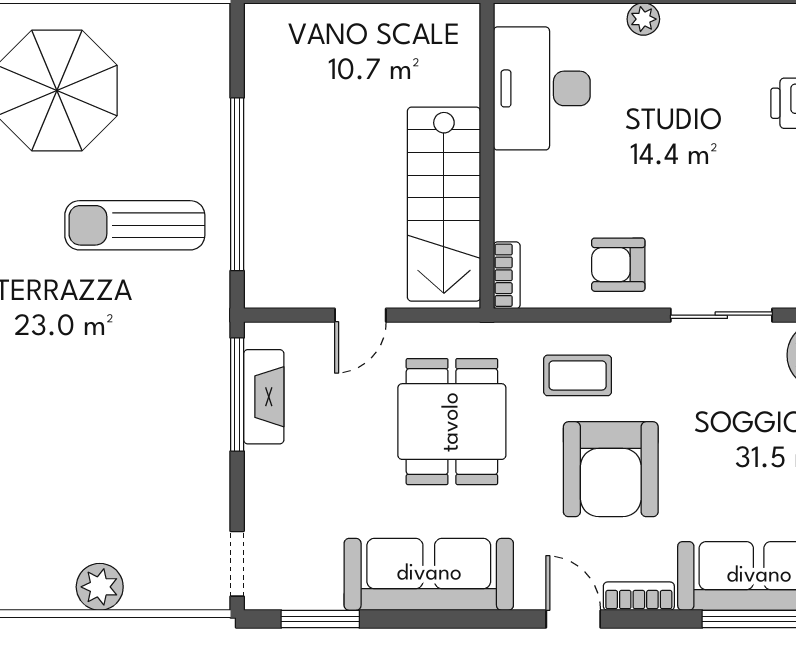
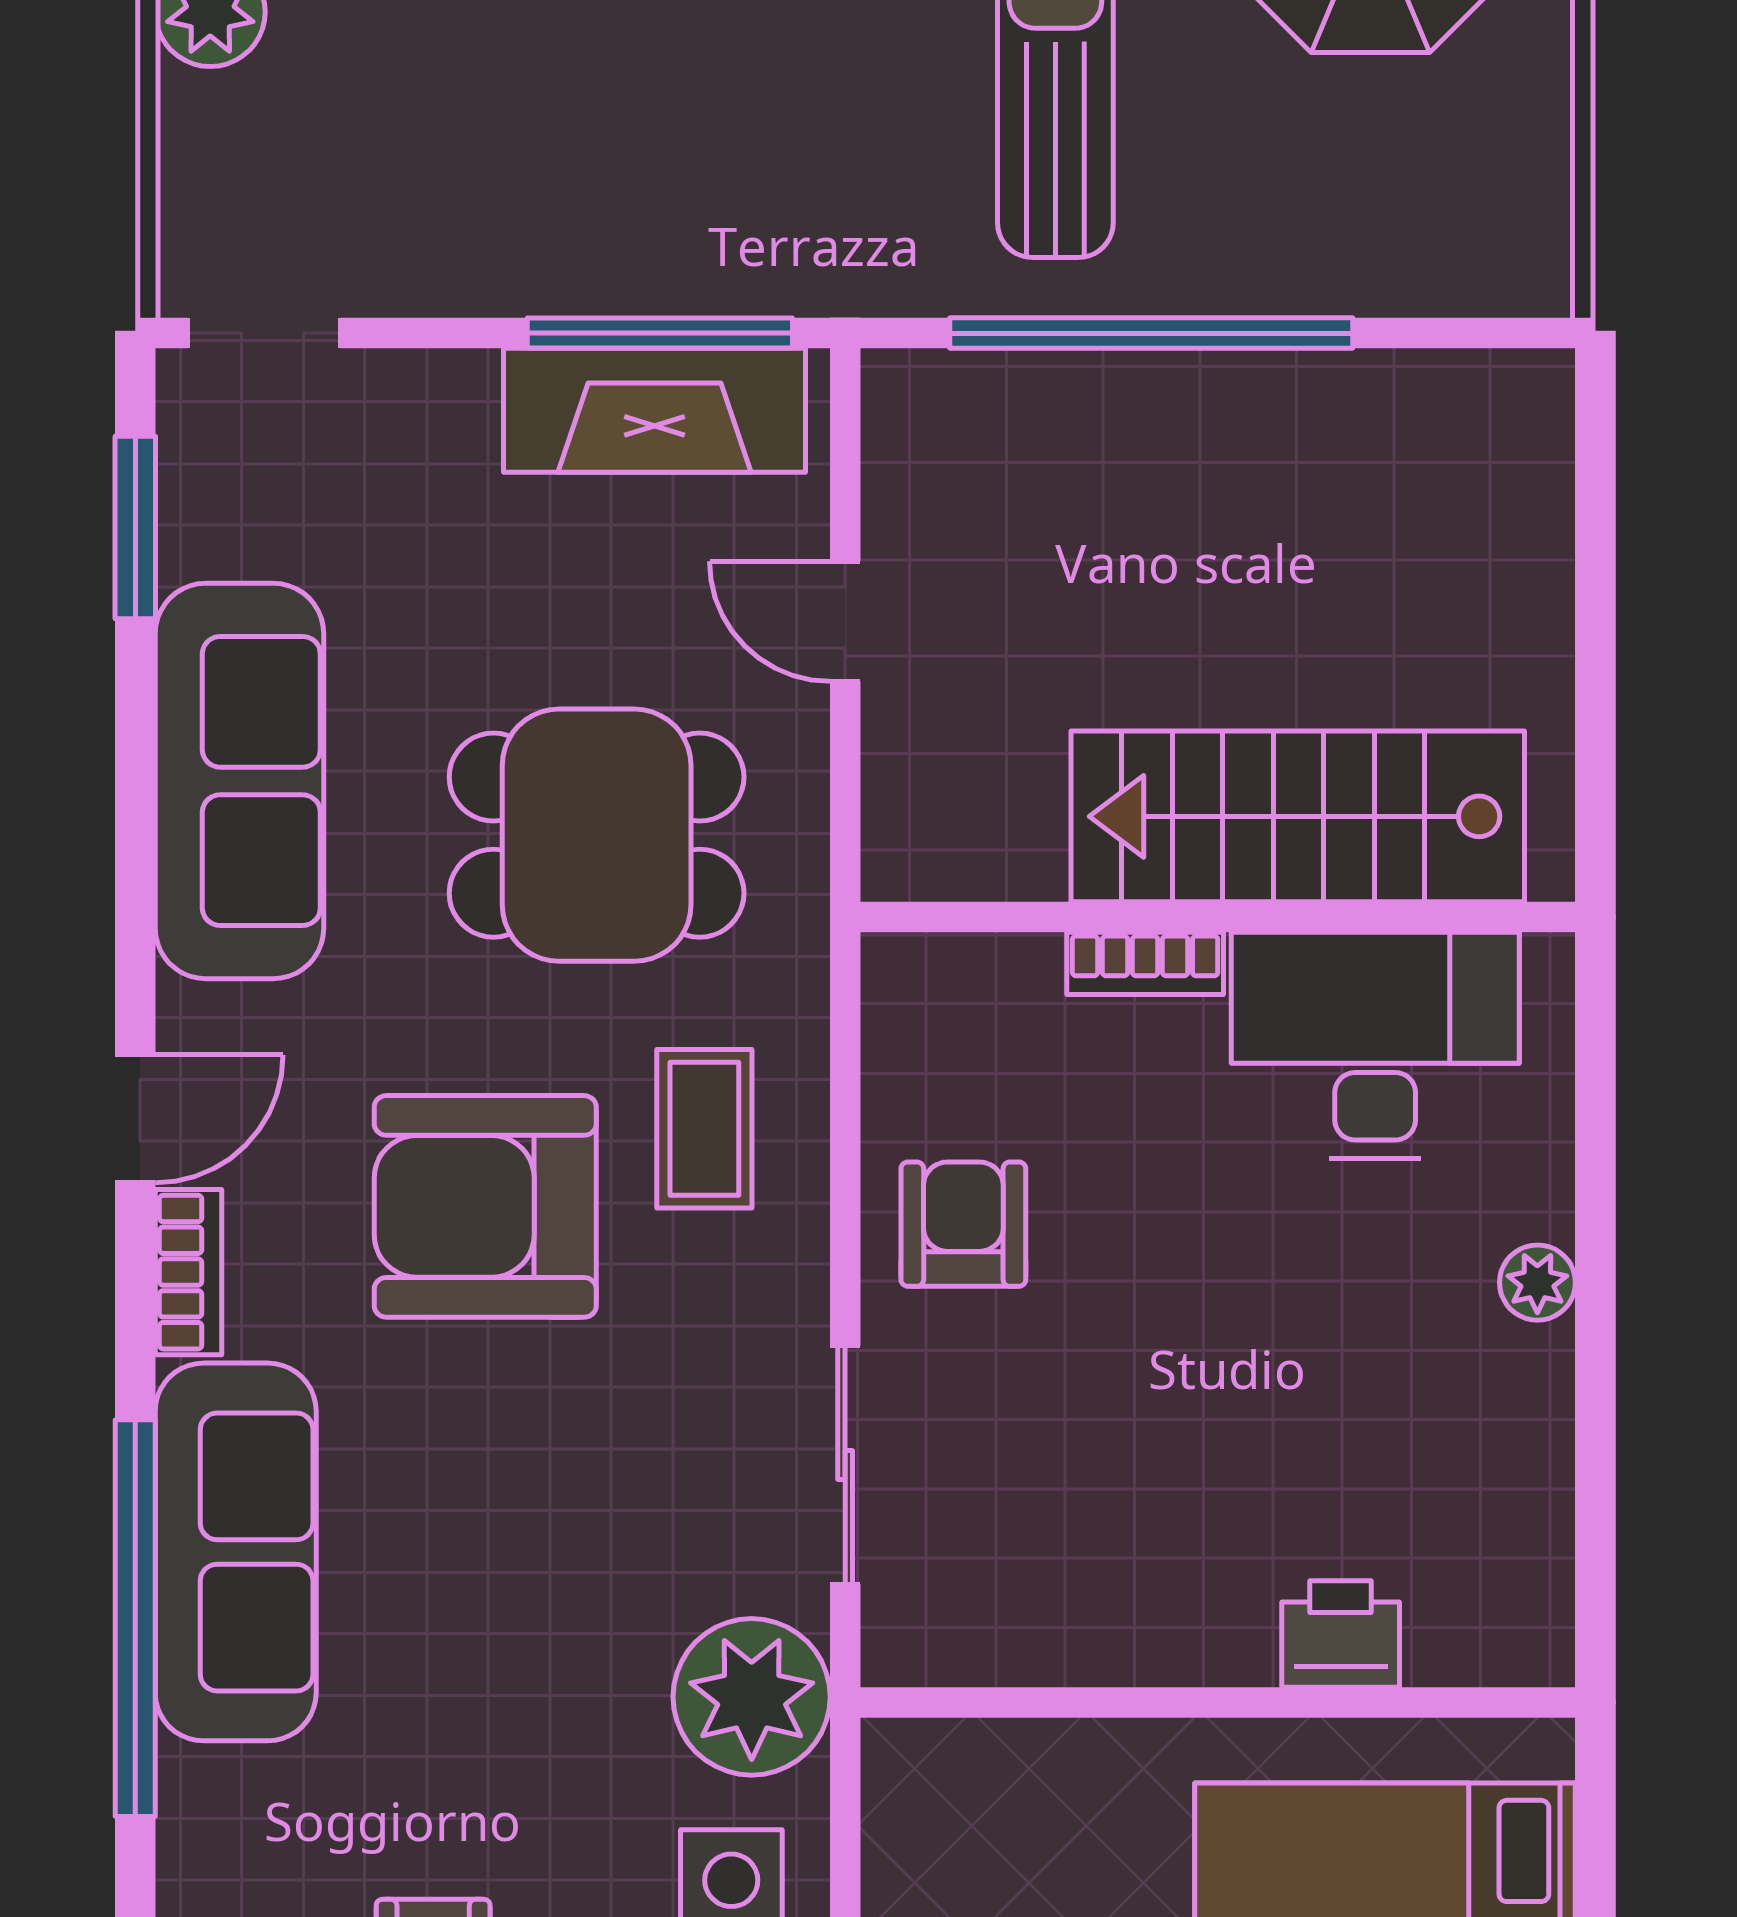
stairs: (444, 204) -> (1298, 816), moved
bookcase: (507, 275) -> (1145, 963), moved
fireplace: (264, 397) -> (655, 410), width x1.37, depth x1.32

